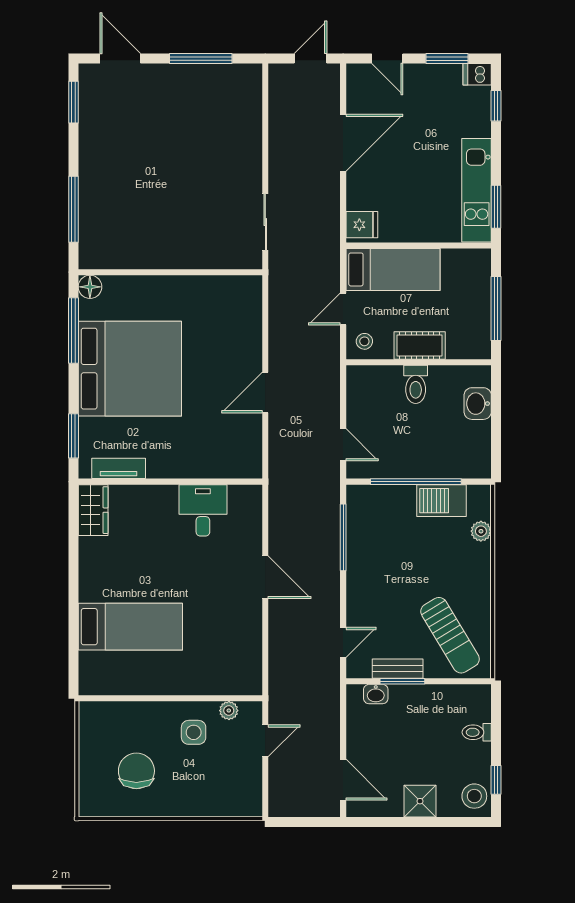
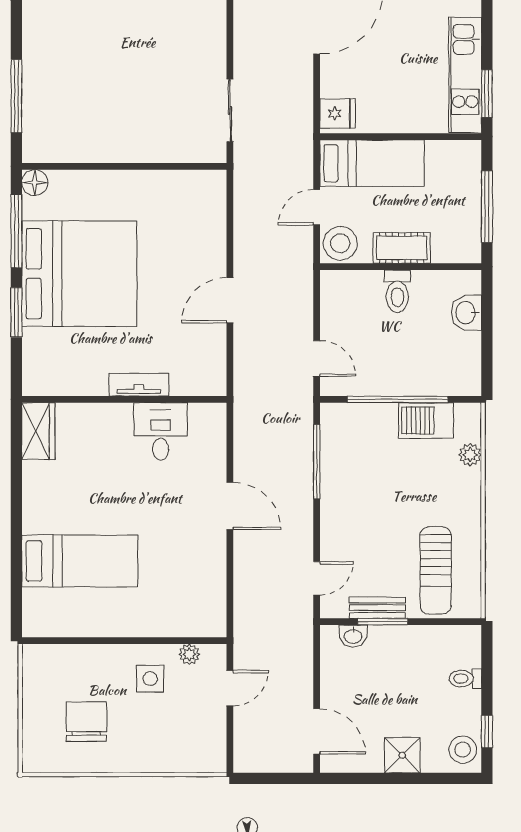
stool: (364, 341) -> (340, 243), width x1.89, depth x1.89
window: (73, 436) -> (16, 312), moved
tv unit: (119, 468) -> (139, 385), moved
sun lounger: (450, 635) -> (436, 571), turned 31

